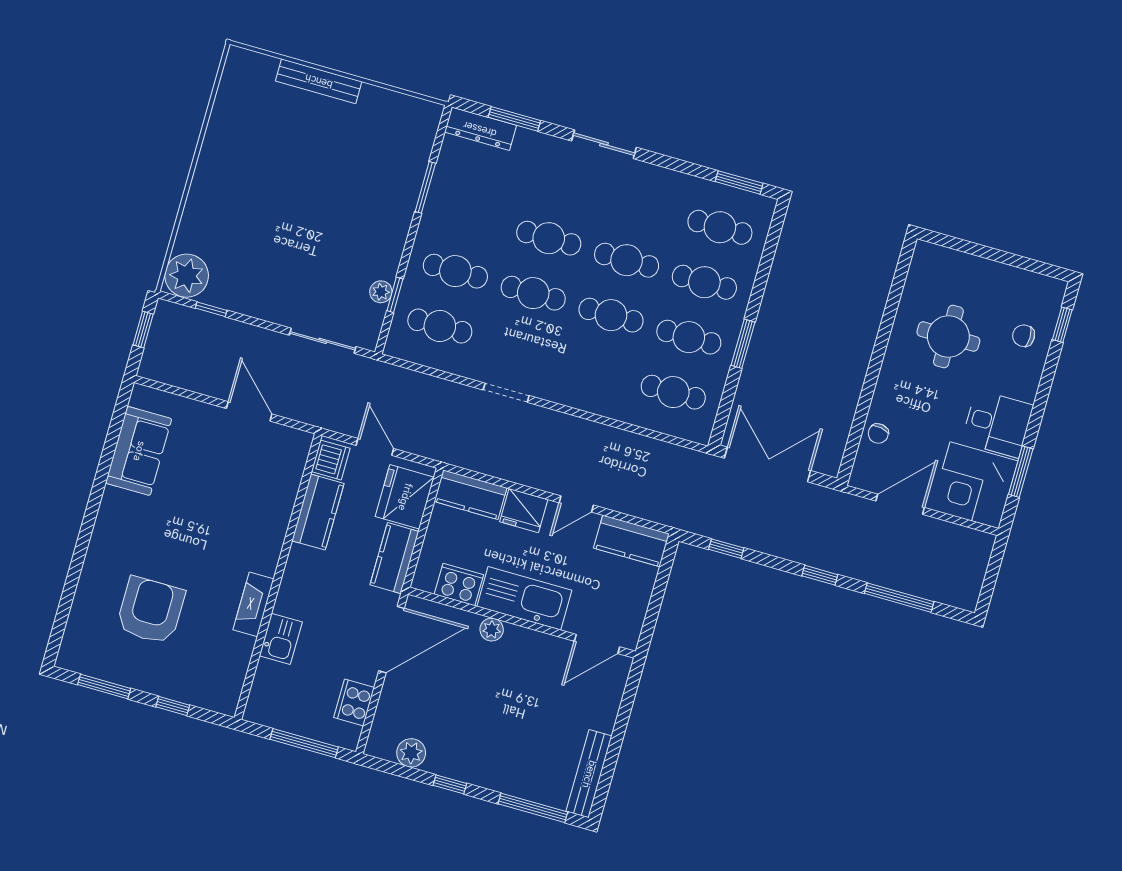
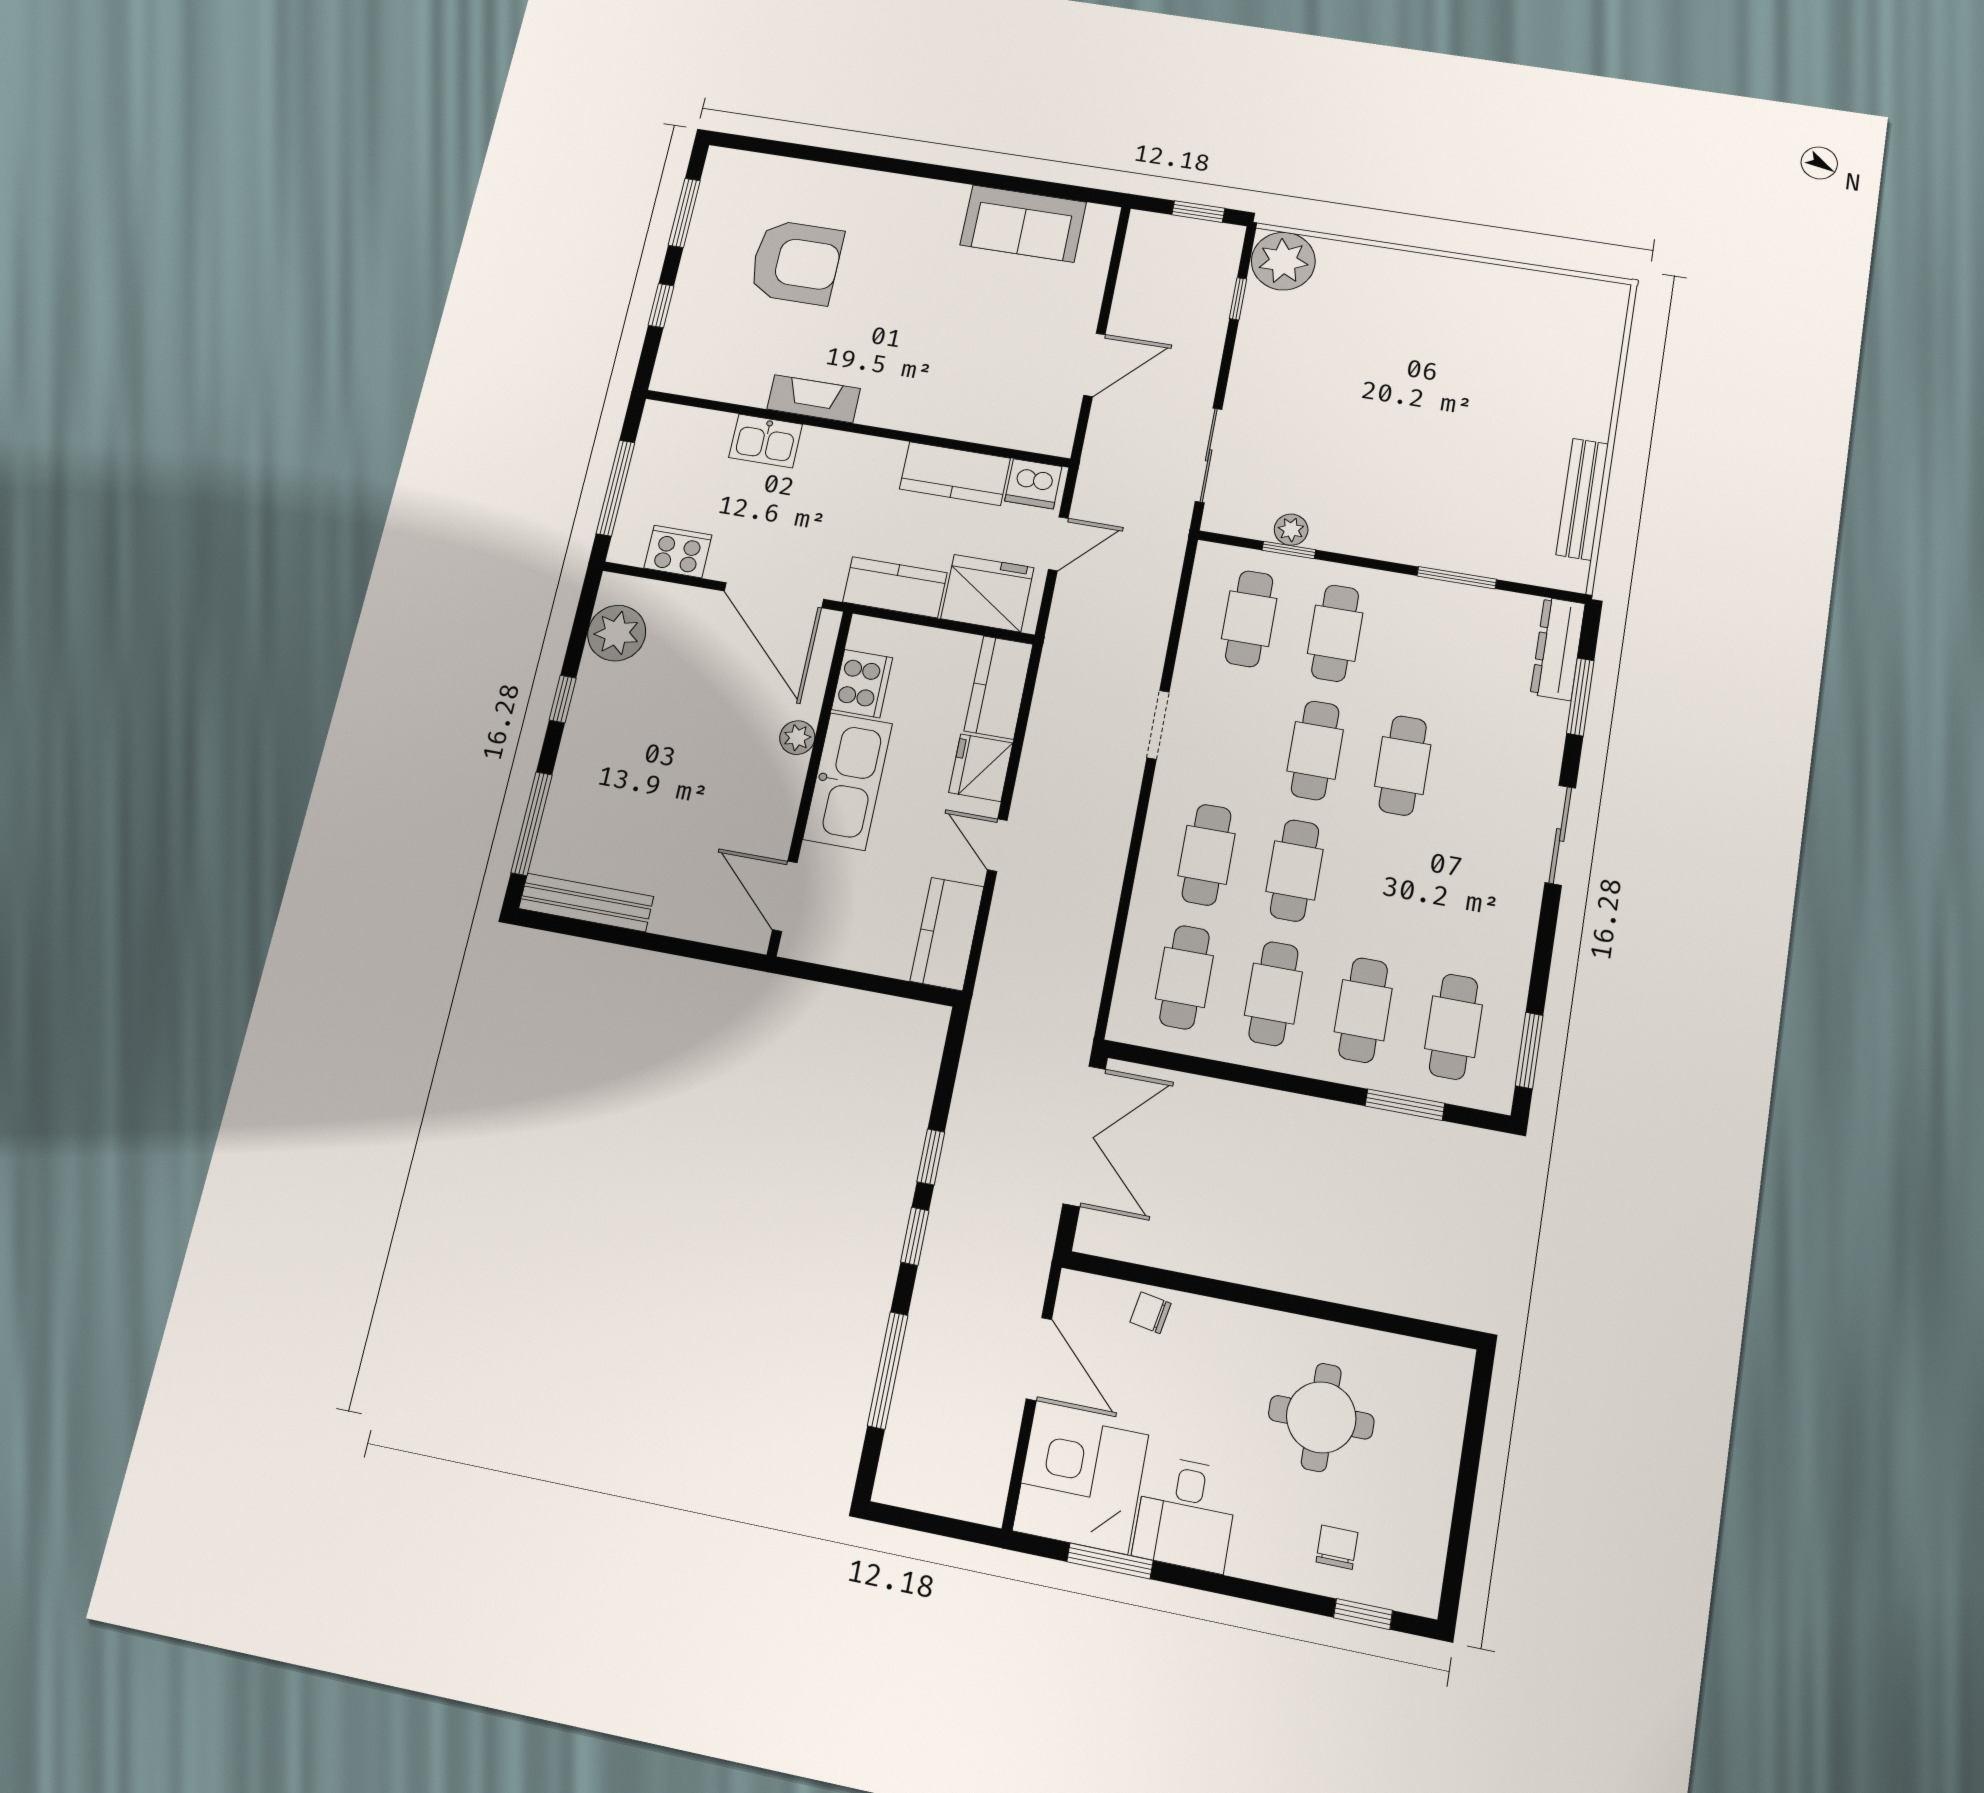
bench: (319, 81) -> (1582, 499), moved
cafe table: (627, 260) -> (1207, 855), moved
window: (743, 344) -> (1405, 1105), moved
window: (726, 549) -> (931, 1157), moved
plant: (411, 753) -> (617, 633), width x1.36, depth x1.36

